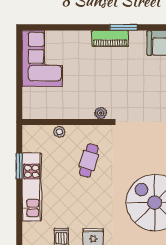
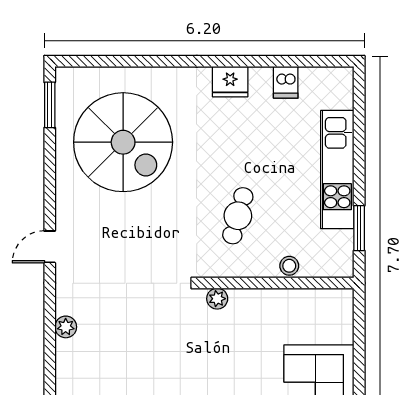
window: (19, 166) -> (359, 228), moved

